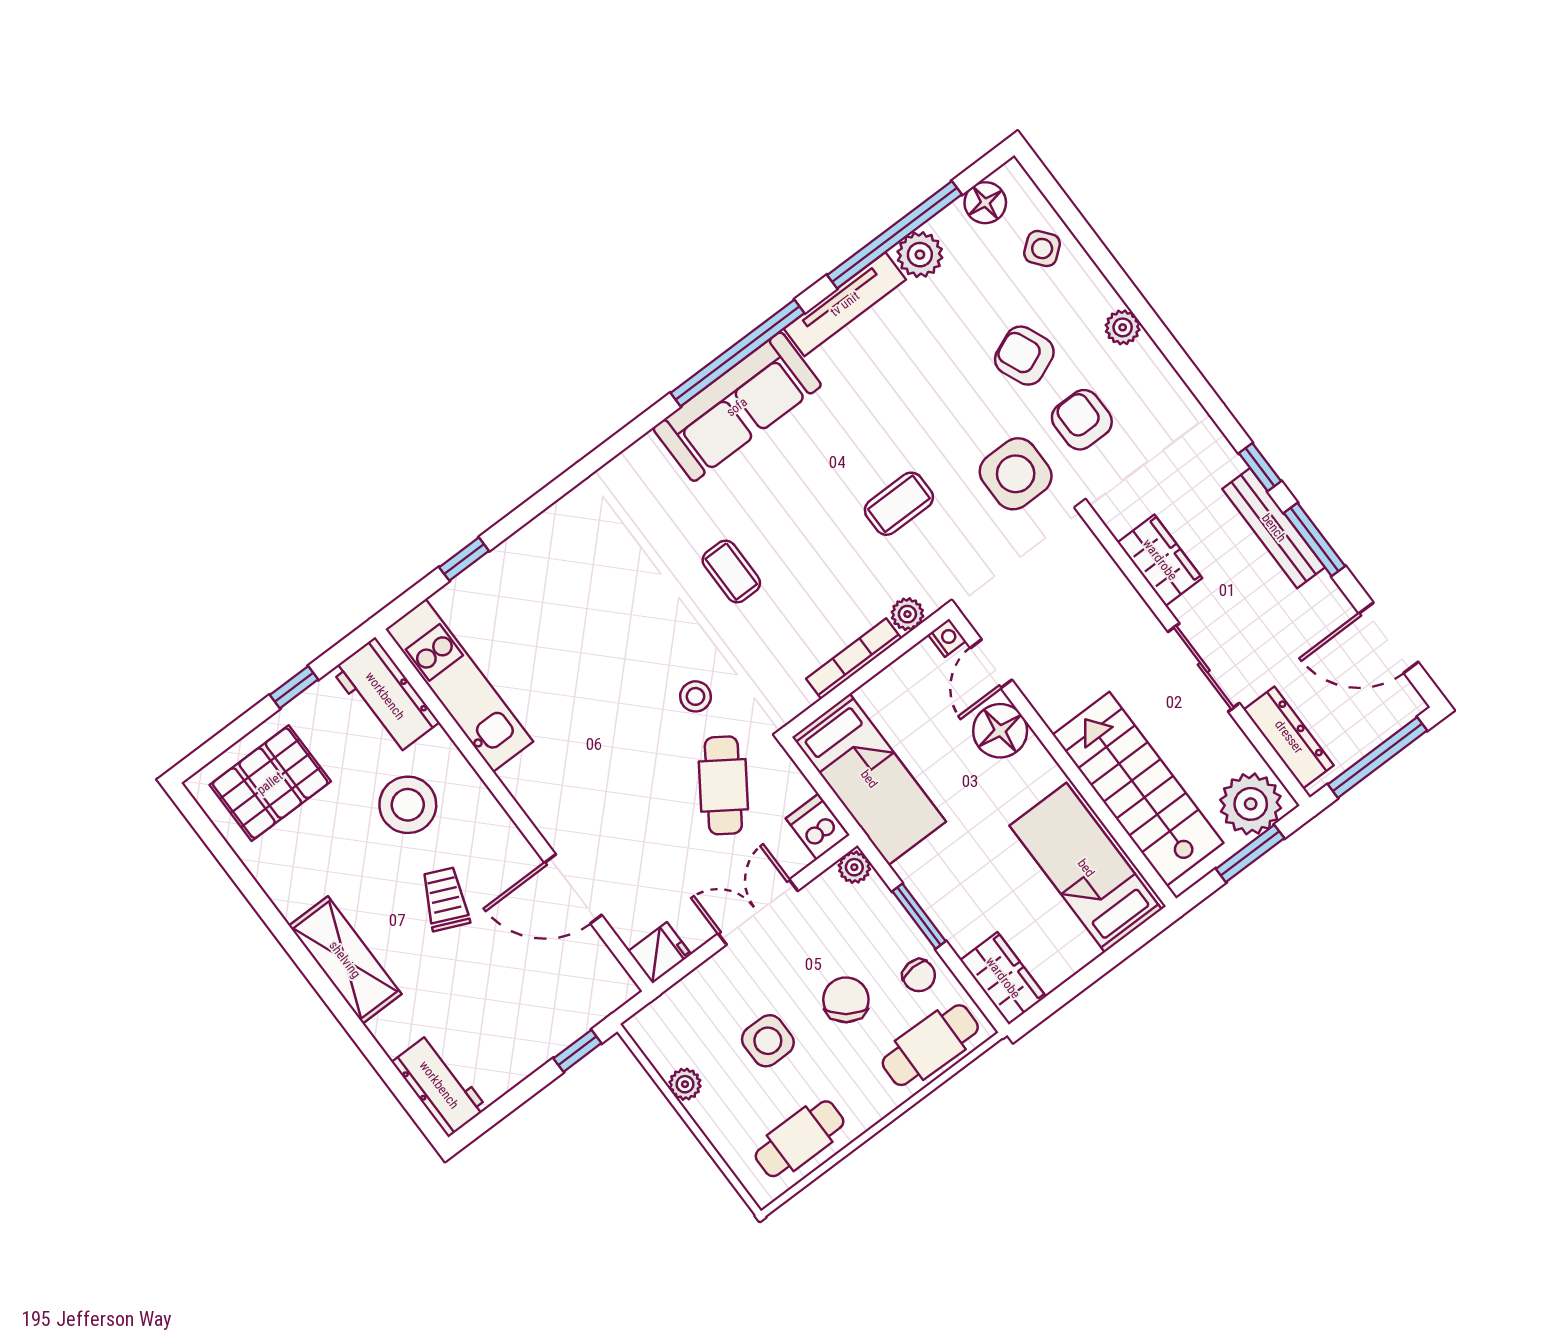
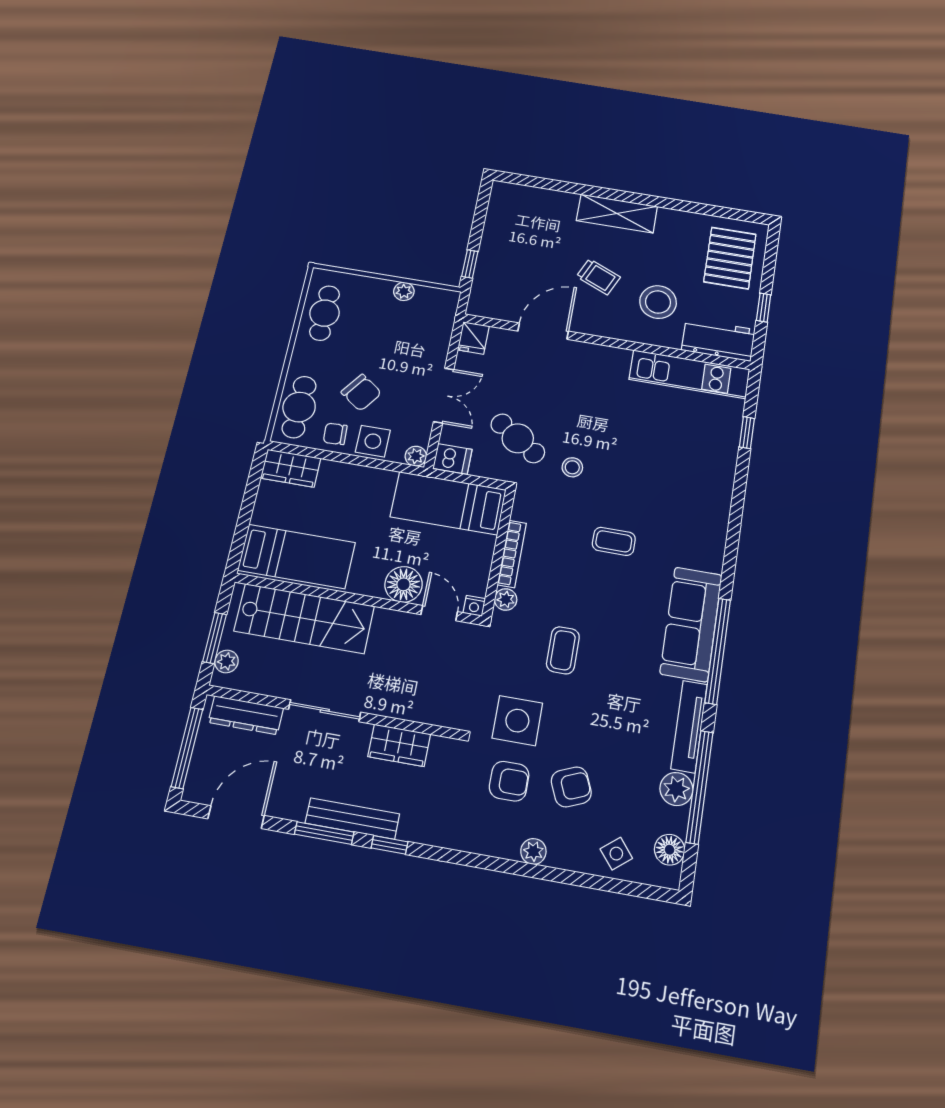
plant: (1251, 804) -> (226, 661), width x0.53, depth x0.53
window: (919, 916) -> (361, 461), removed
side table: (768, 1041) -> (373, 441), moved
workbench: (439, 1085) -> (519, 198), removed

